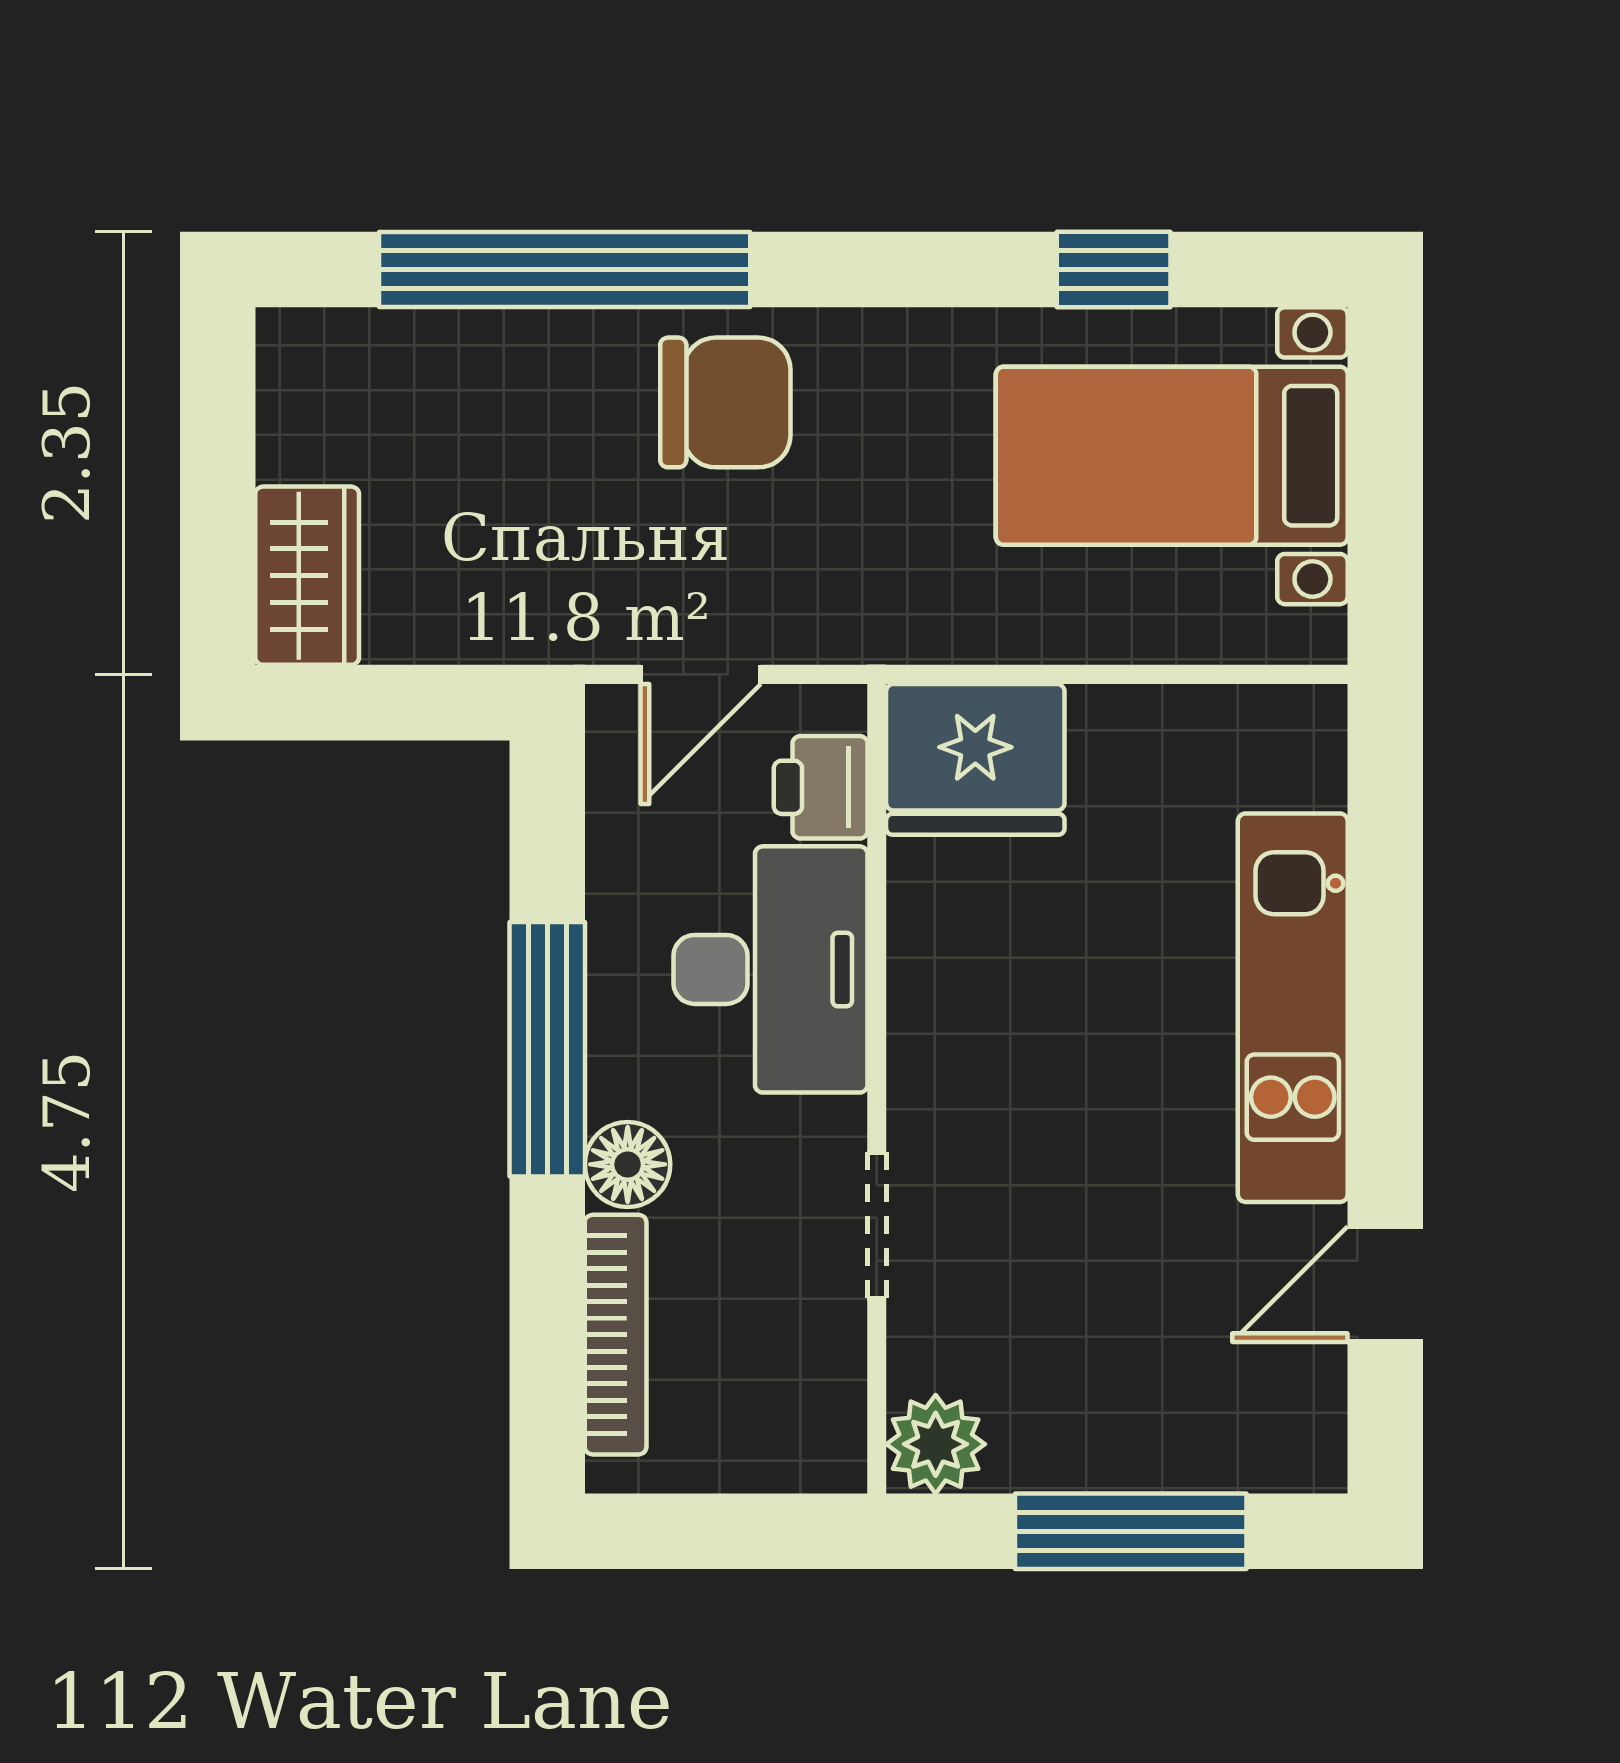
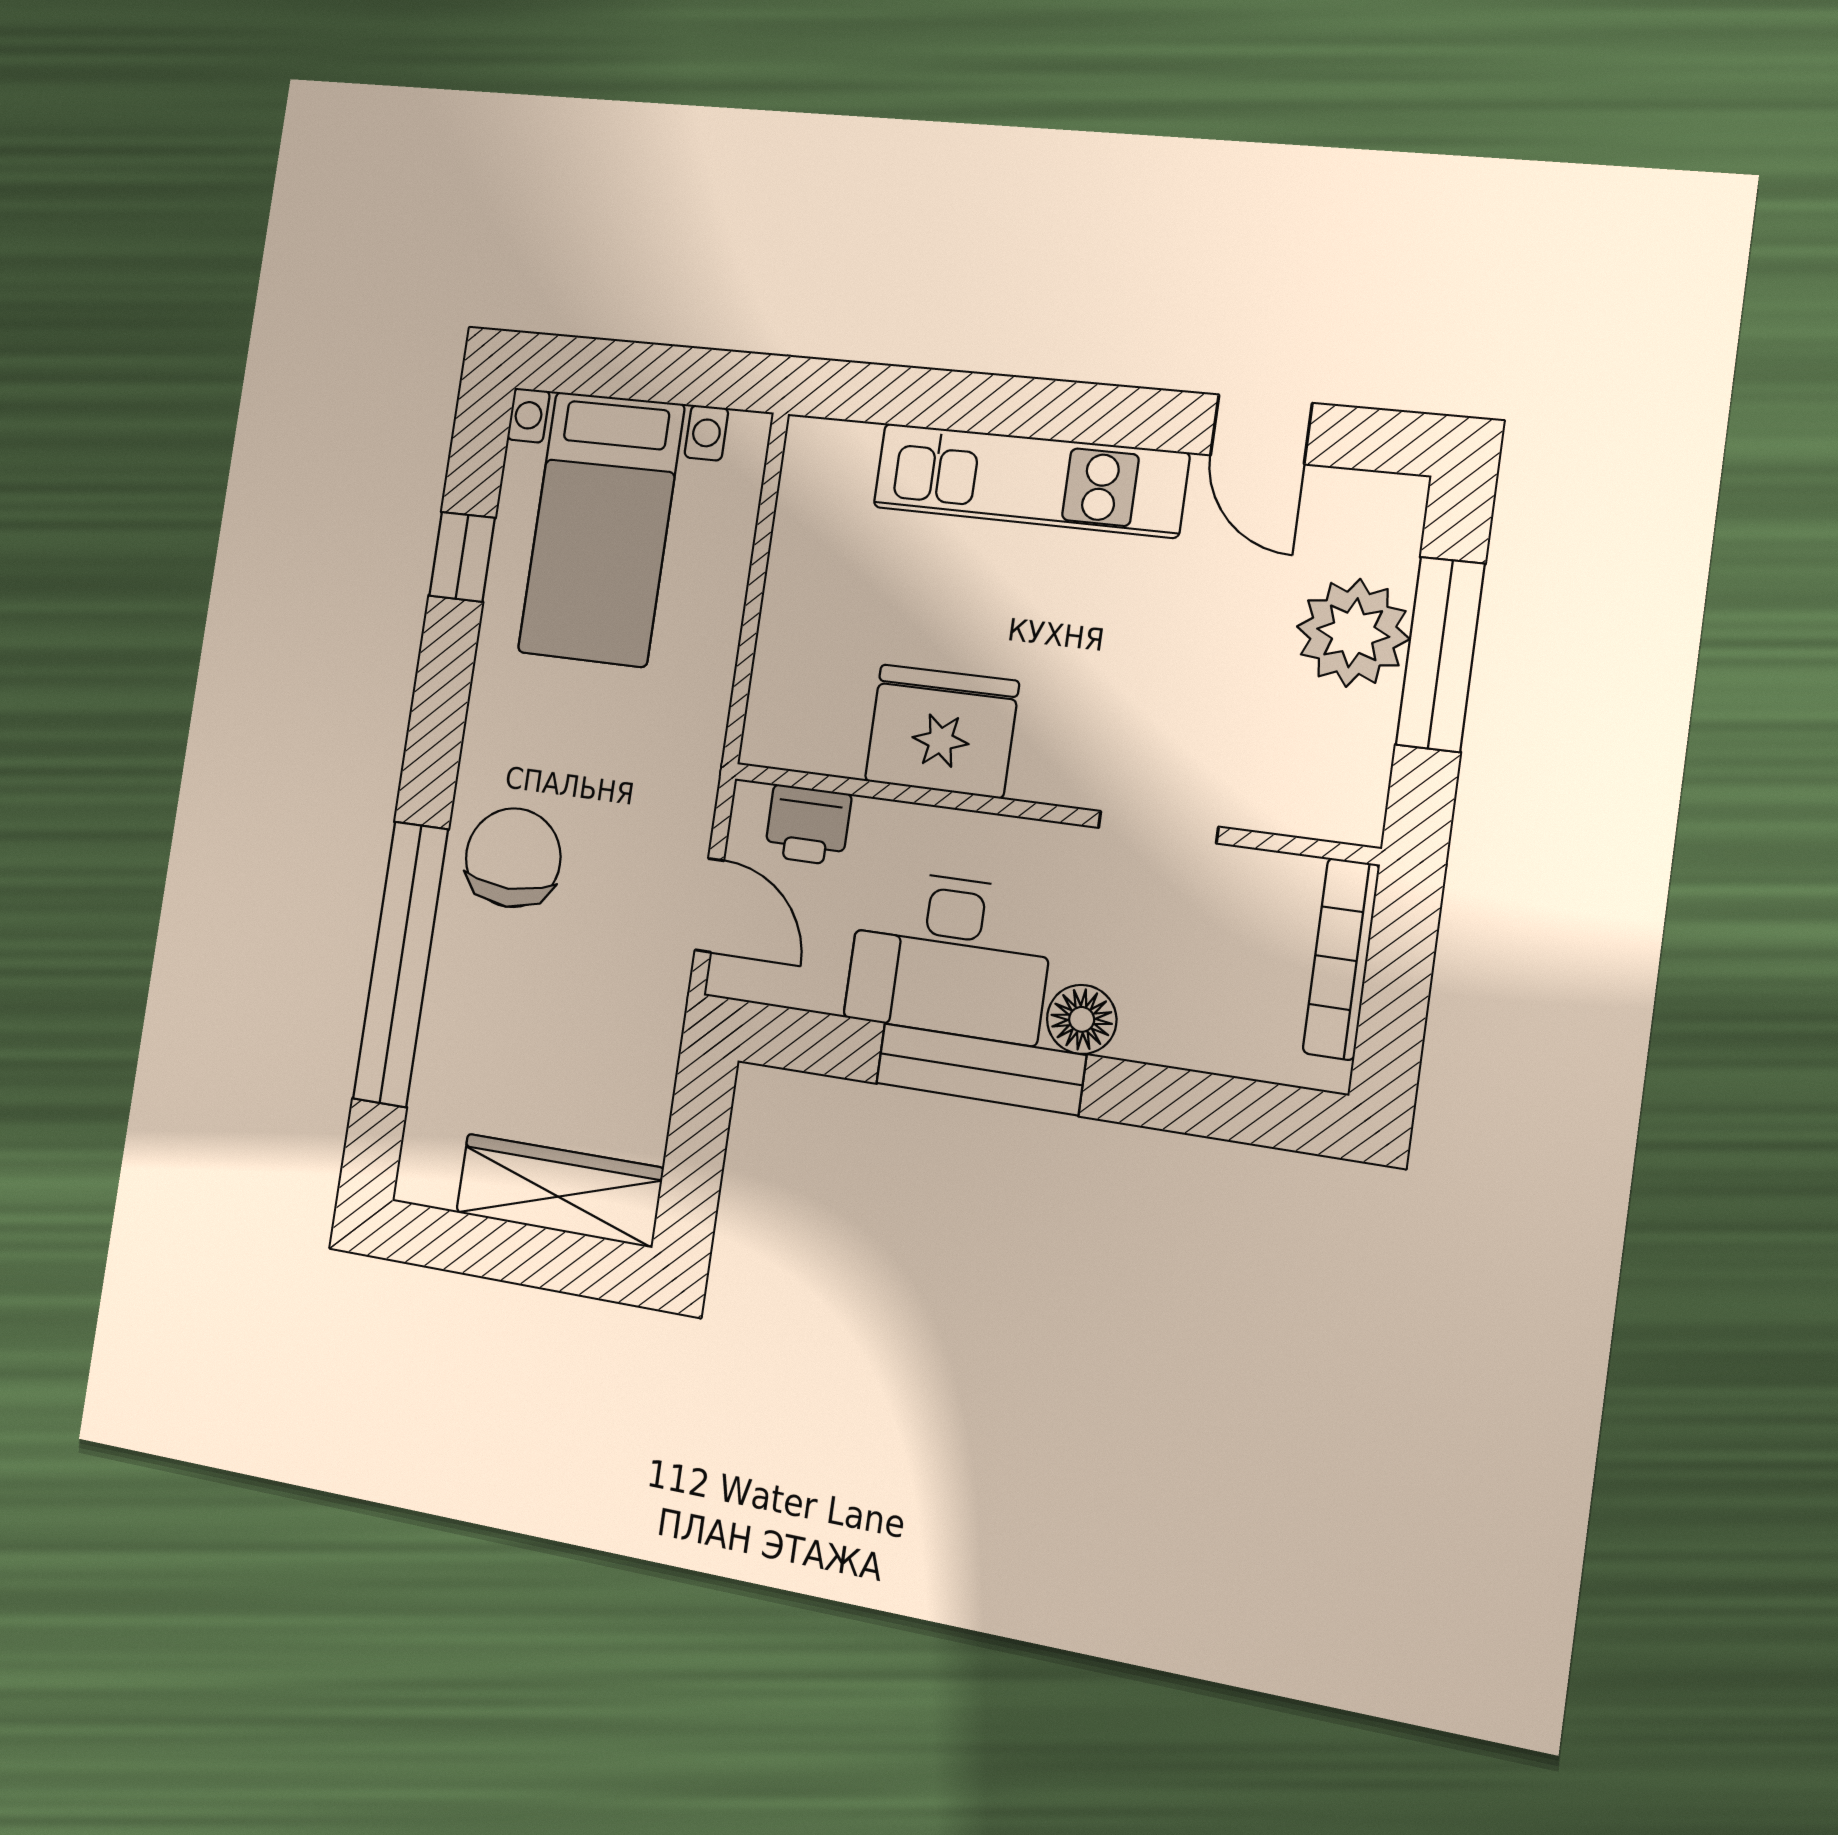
wardrobe: (307, 576) -> (559, 1190), width x1.50
fridge: (975, 759) -> (942, 731), moved, turned -90
desk: (771, 969) -> (950, 956), moved, turned 180
bookcase: (616, 1335) -> (1341, 959), moved, turned -90
plant: (936, 1444) -> (1353, 633), moved, width x1.36, depth x1.36

